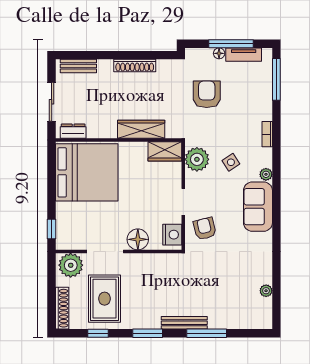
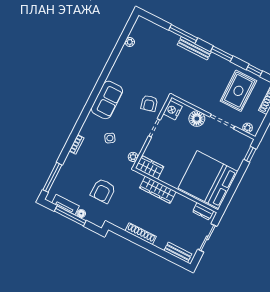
plant: (197, 159) -> (133, 157), width x0.53, depth x0.53
plant: (266, 174) -> (91, 118), removed
plant: (71, 265) -> (248, 128), width x0.53, depth x0.53

